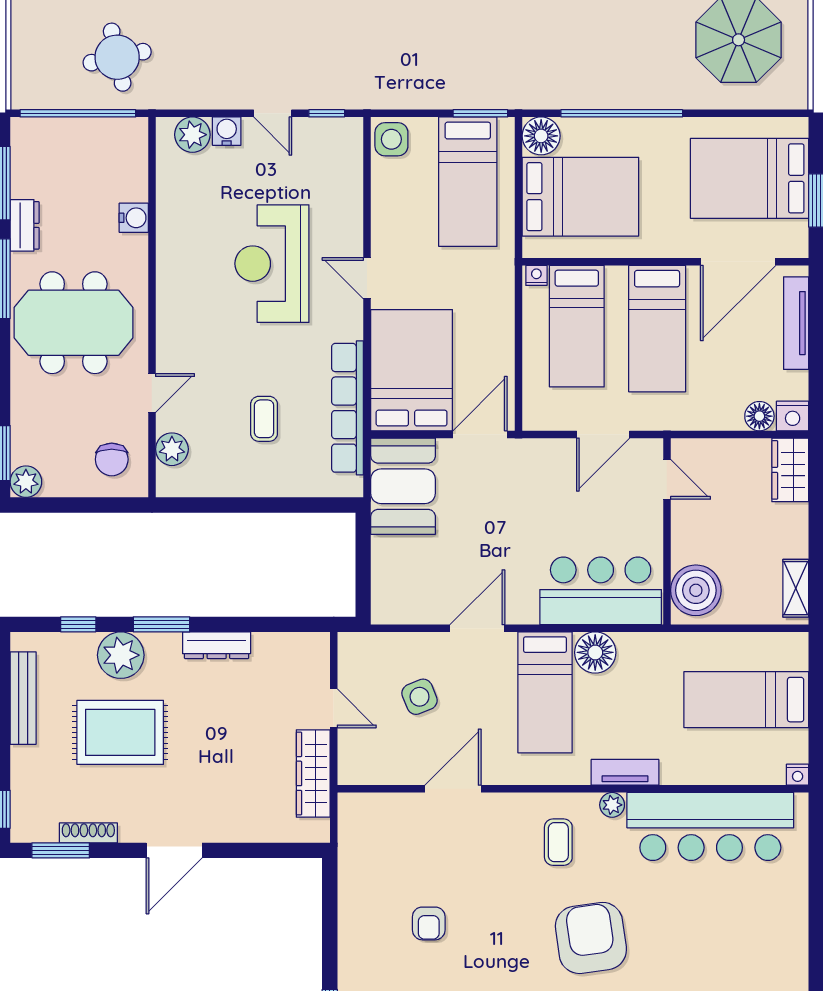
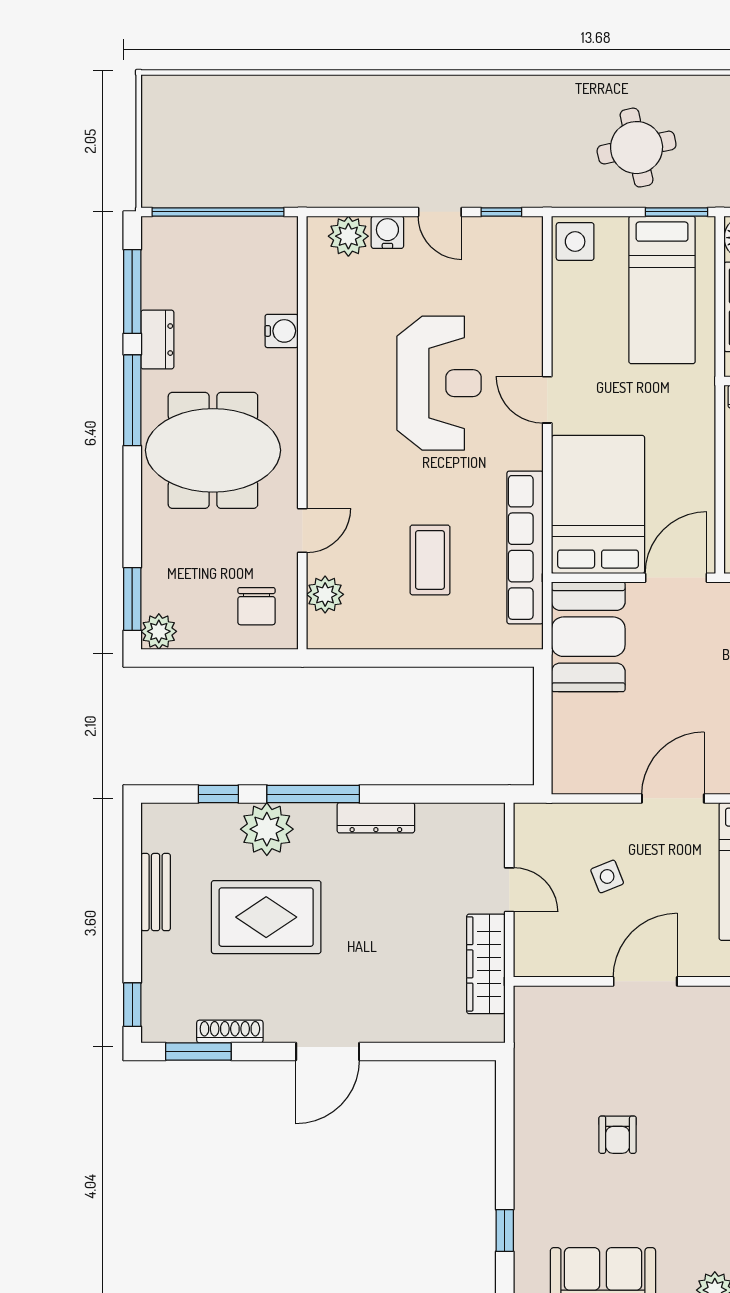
round table: (117, 57) -> (637, 148), moved
reception desk: (272, 264) -> (439, 383), turned 180
coffee table: (264, 419) -> (430, 560), width x1.36, depth x1.30
window: (161, 624) -> (313, 794), width x1.44
side table: (420, 697) -> (607, 876), width x0.73, depth x0.73
bench: (23, 698) -> (156, 892), width x0.73

